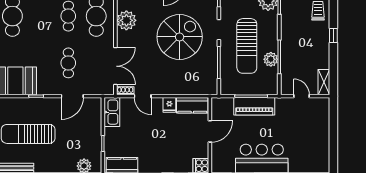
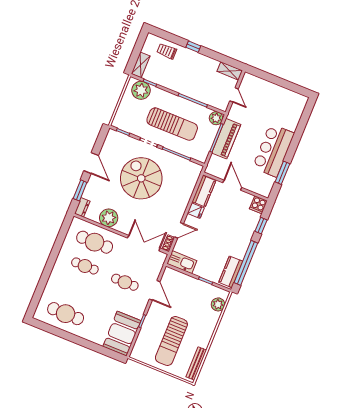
plant: (271, 59) -> (216, 118), moved
door: (302, 96) -> (234, 95), swing flipped

